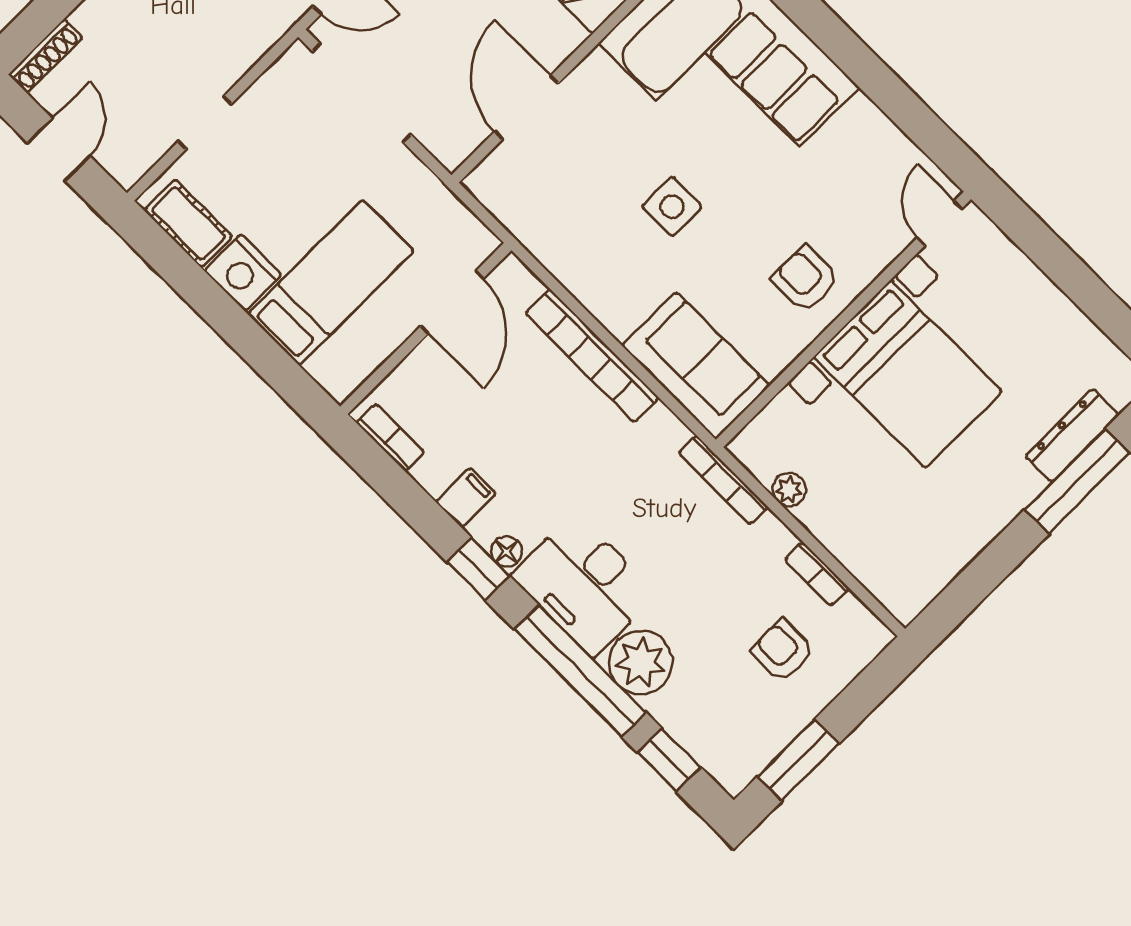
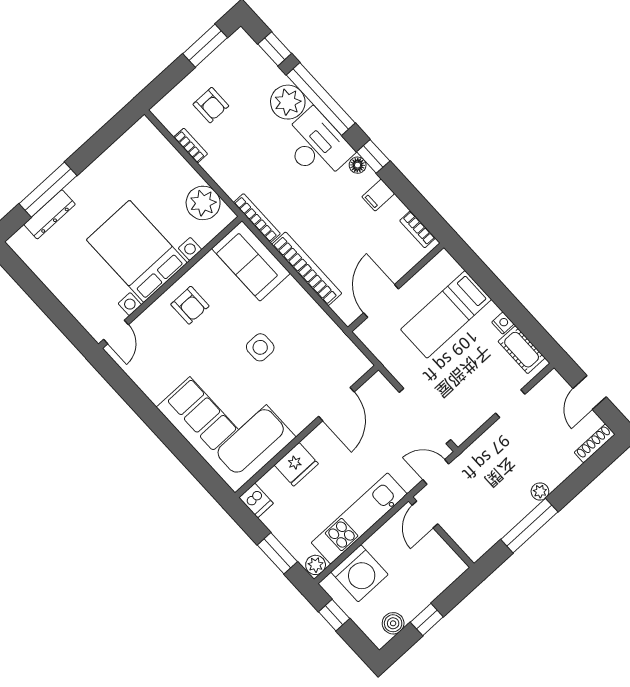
nightstand: (243, 273) -> (503, 323), width x0.53, depth x0.56
bookcase: (723, 480) -> (257, 218), moved
plant: (789, 490) -> (203, 203), width x1.88, depth x1.88

